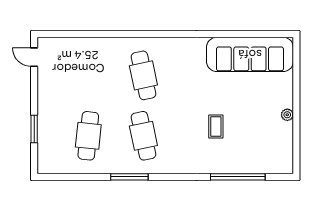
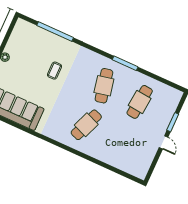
door: (34, 57) -> (164, 142), moved
cafe table: (143, 75) -> (86, 125), turned 33

